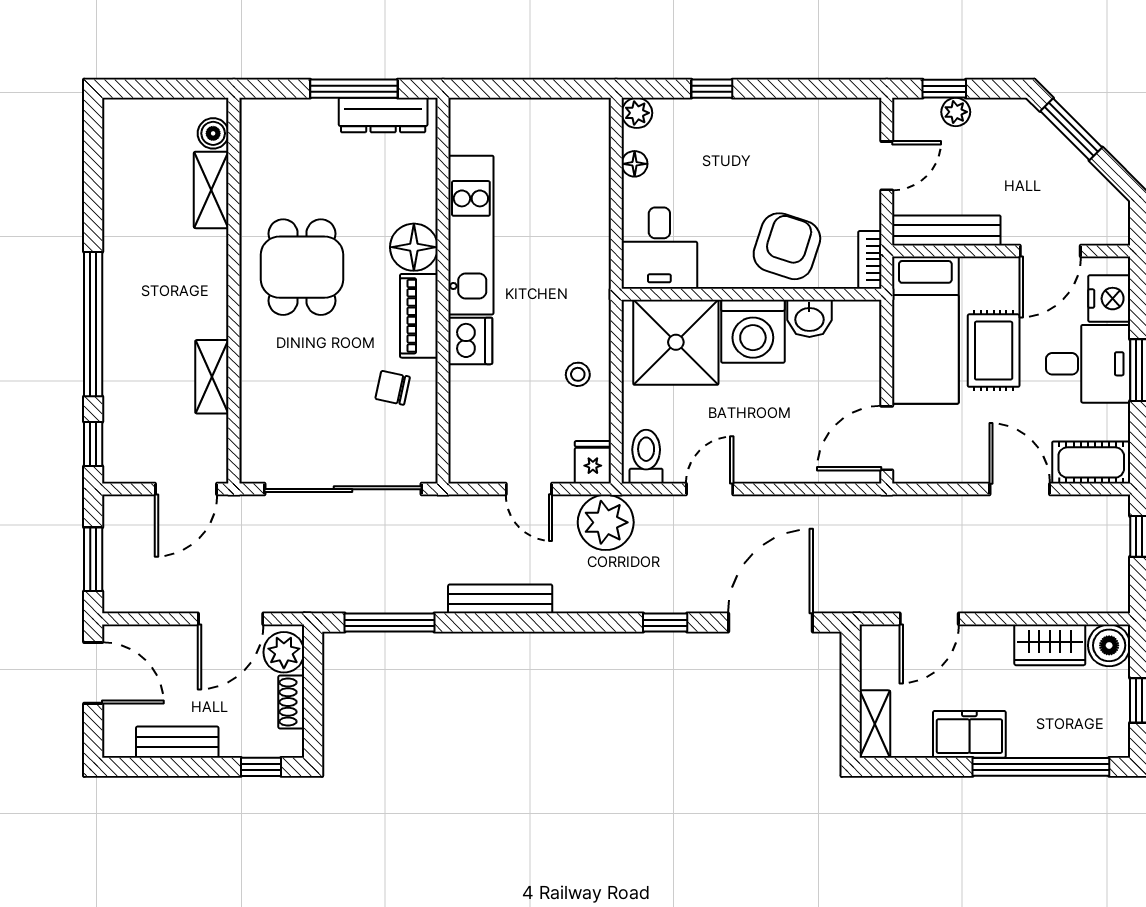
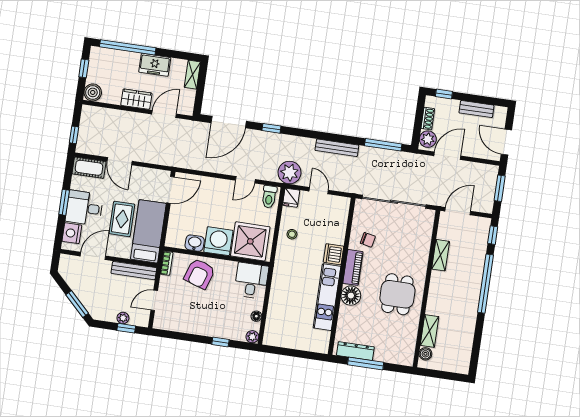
wardrobe: (1050, 645) -> (136, 99), moved

